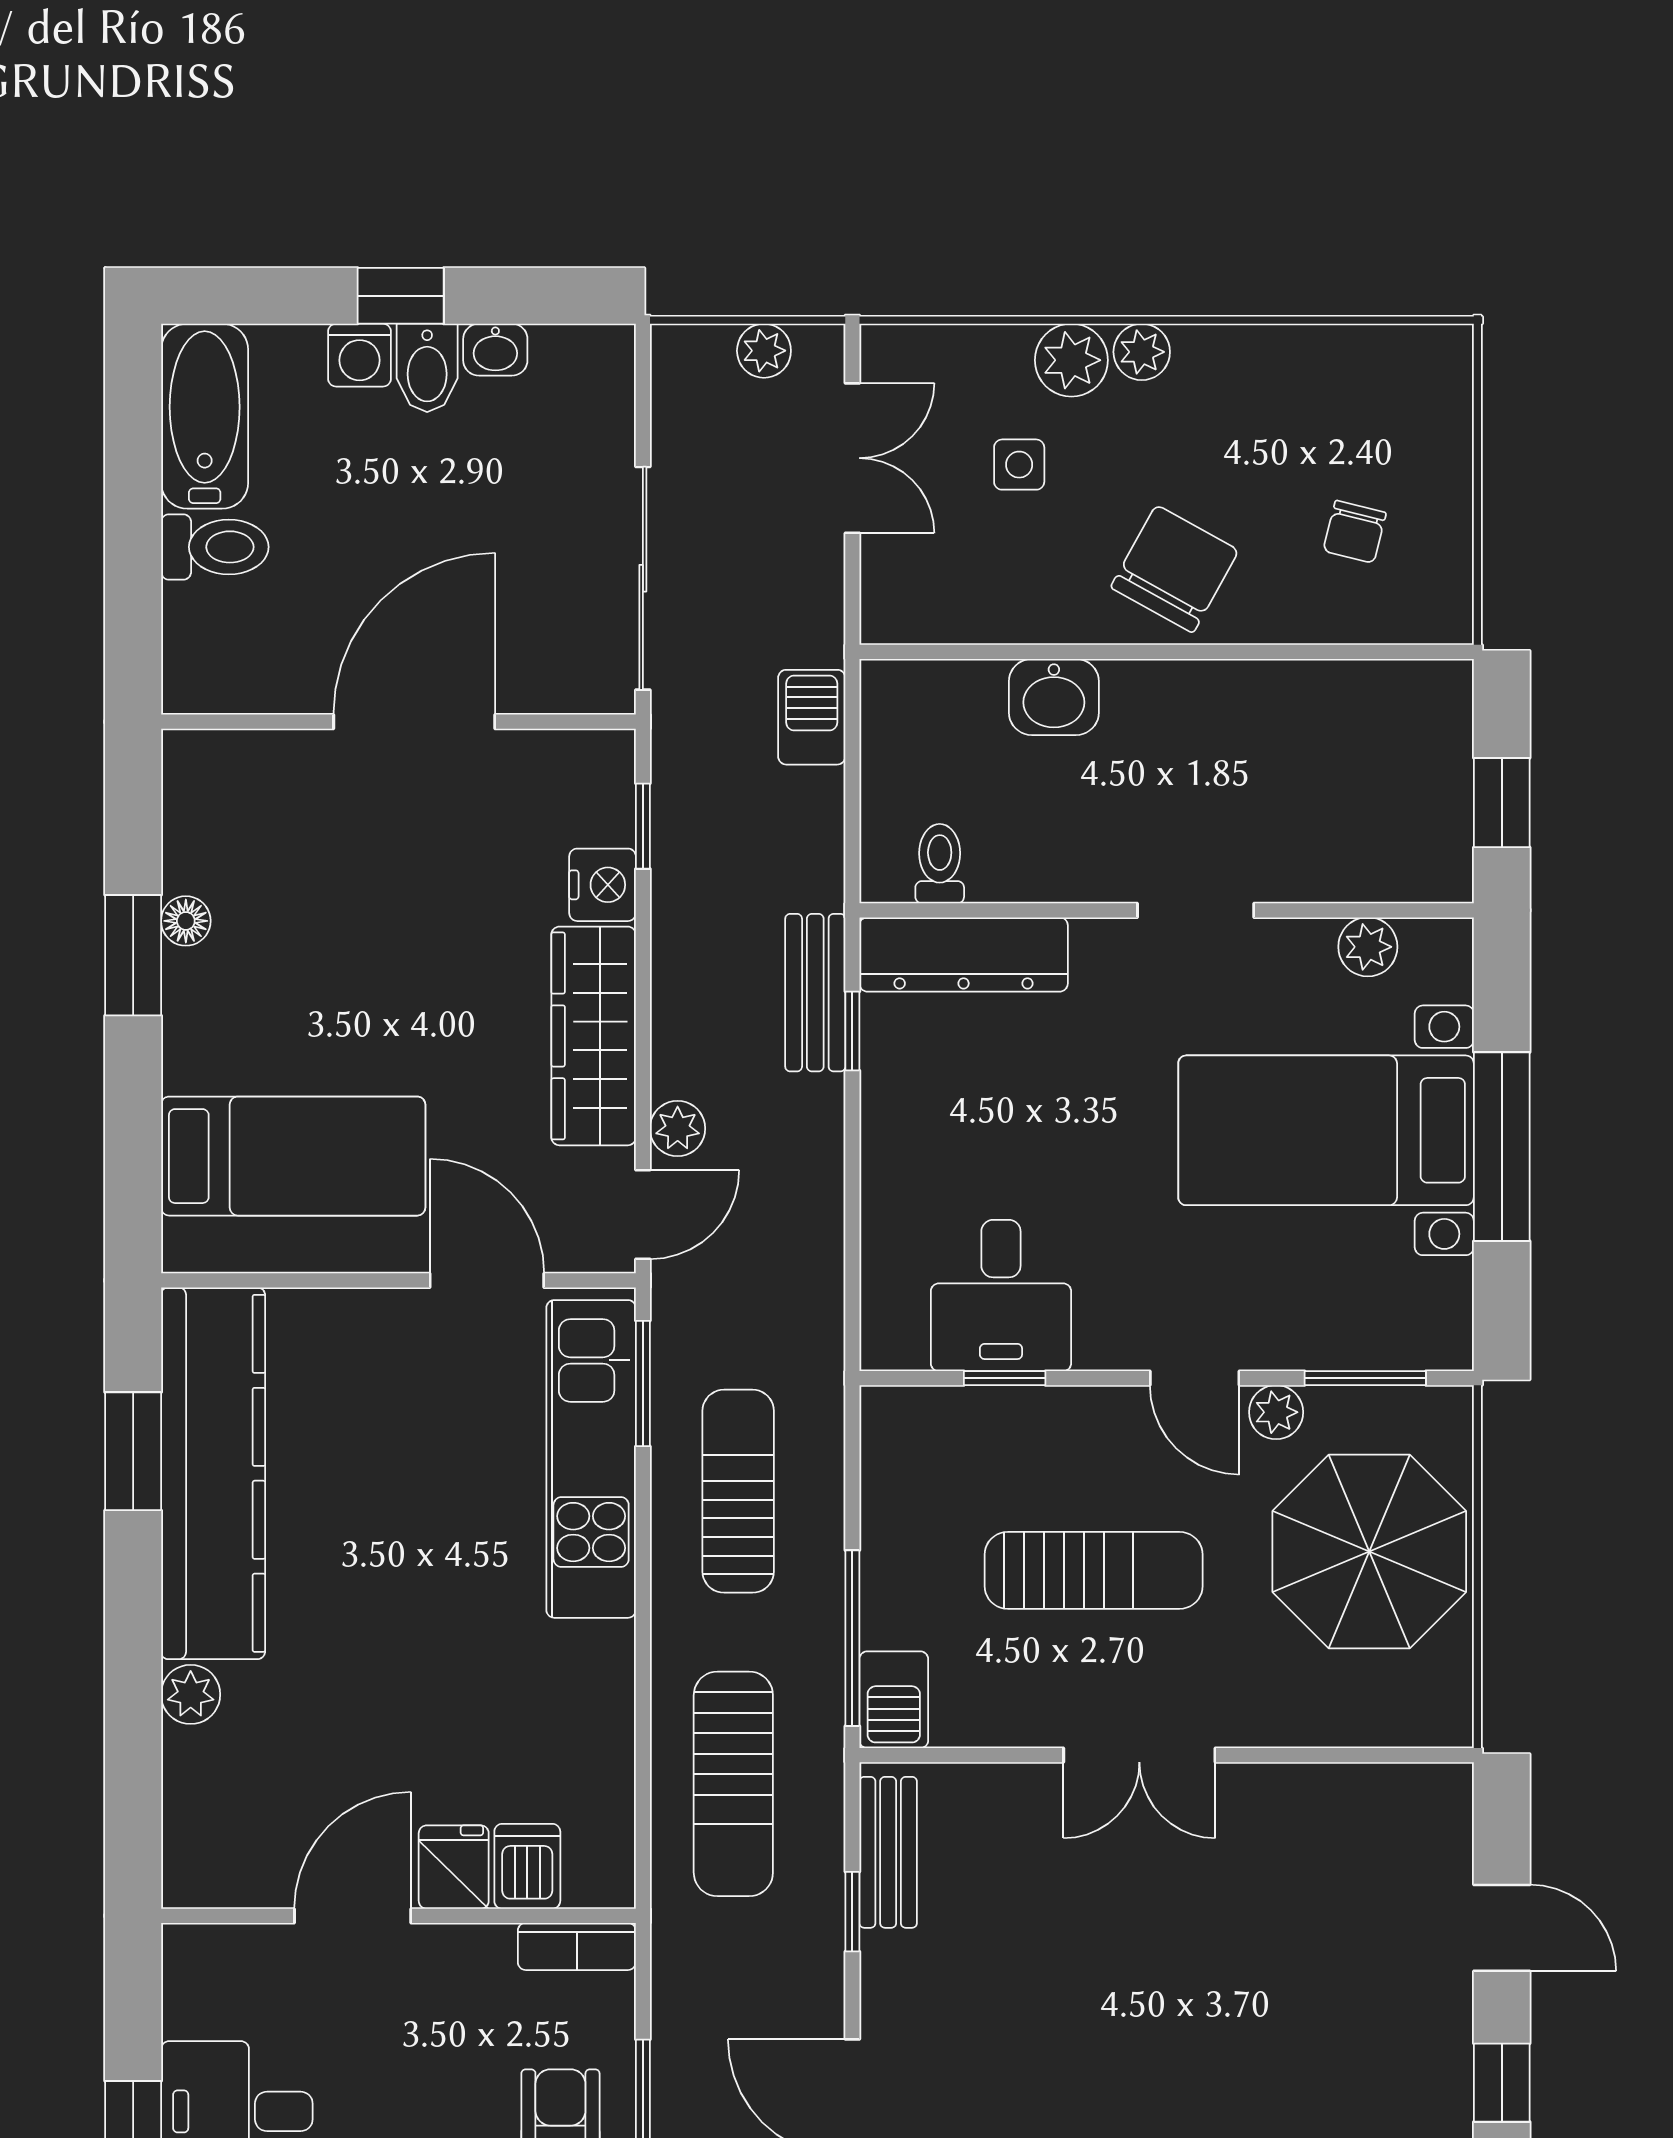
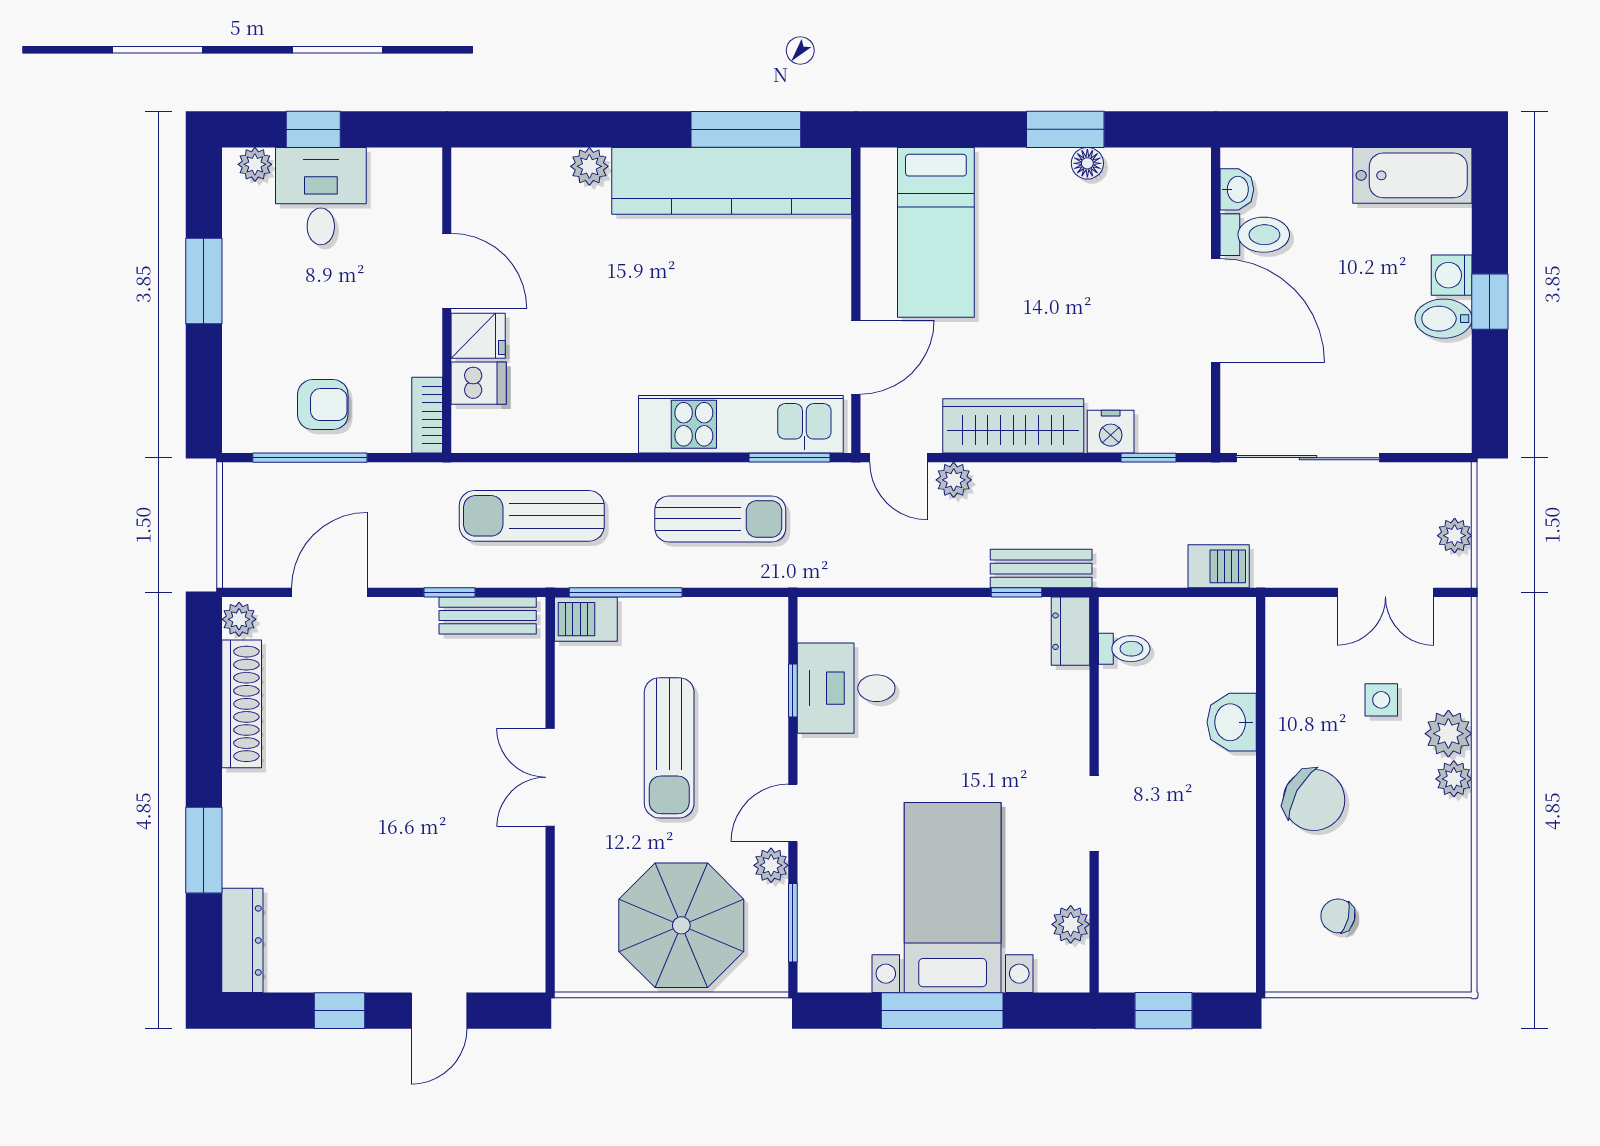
washbasin: (495, 350) -> (1237, 189), moved, turned 180
toilet: (215, 547) -> (1255, 235), moved, turned -90
dresser: (964, 954) -> (1071, 631), width x0.51, depth x0.80
window: (133, 1451) -> (746, 129), width x1.44

